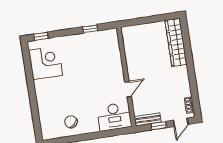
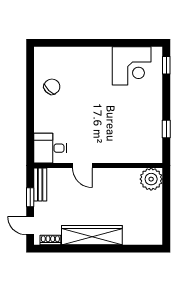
plant: (130, 34) -> (151, 179), added
wardrobe: (176, 42) -> (92, 235), moved
desk: (114, 117) -> (50, 148), width x0.73

